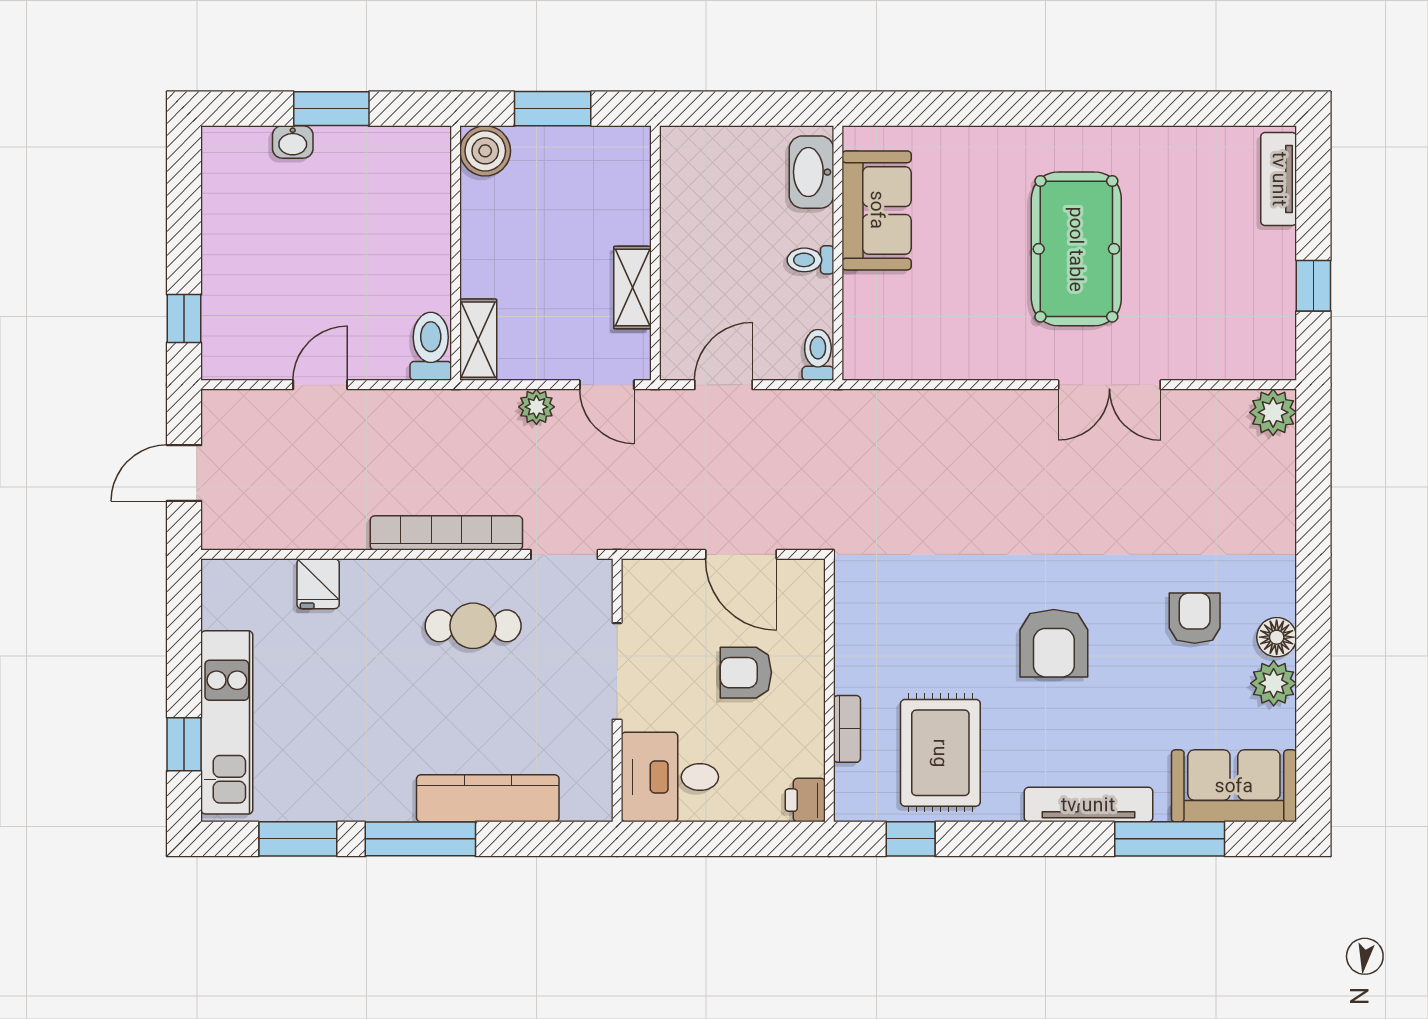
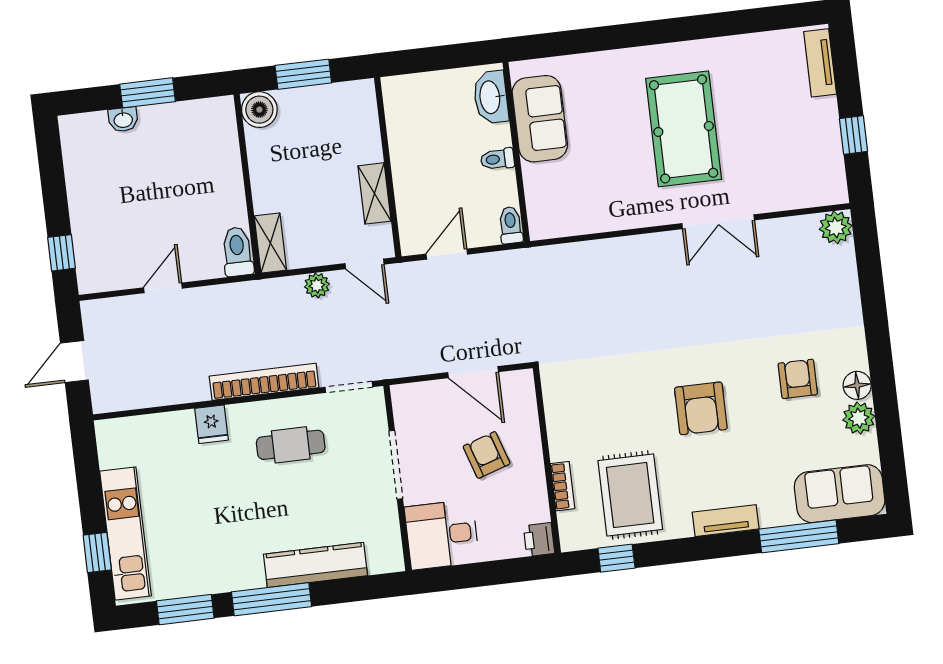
fridge: (318, 584) -> (212, 424), moved
armchair: (746, 673) -> (487, 455), turned 72
tv unit: (1088, 805) -> (726, 521), width x0.71

